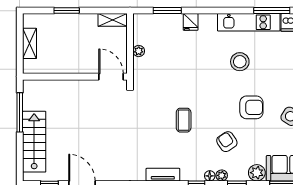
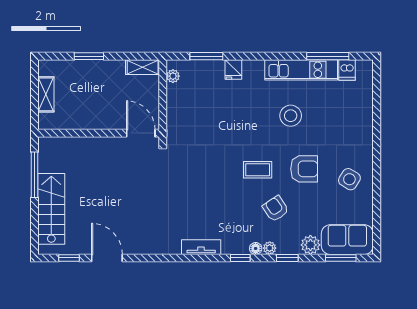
plant: (139, 51) -> (173, 76), moved
coffee table: (184, 120) -> (258, 170), moved, turned 90

